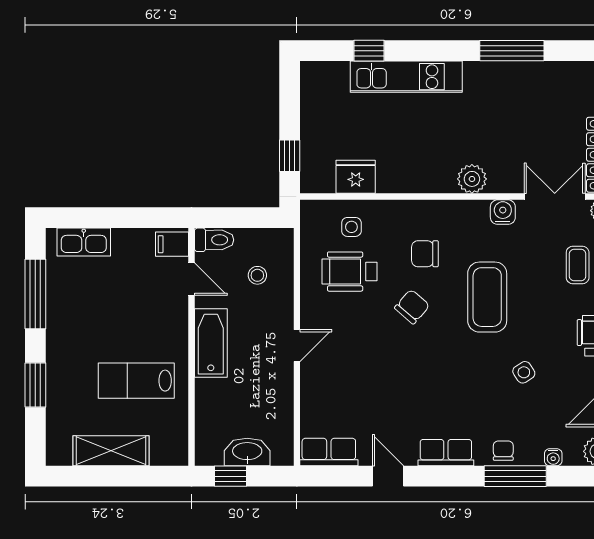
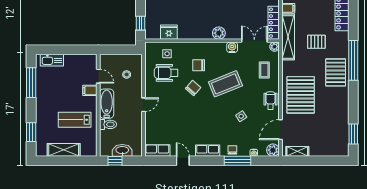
toilet: (214, 240) -> (108, 124), moved
filing cabinet: (172, 244) -> (90, 90), moved
coffee table: (487, 297) -> (225, 84), turned 68
window: (35, 385) -> (31, 132), moved

